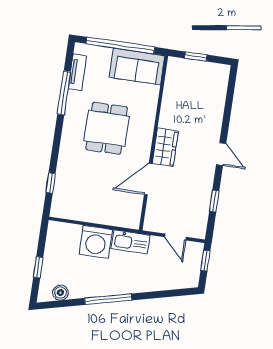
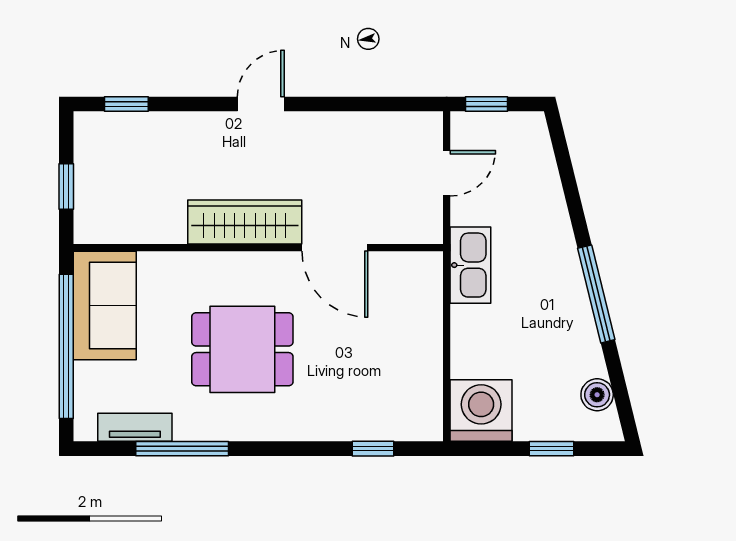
wardrobe: (165, 147) -> (245, 222), width x1.50
window: (214, 201) -> (126, 104), moved
washing machine: (96, 242) -> (481, 411), moved, turned -90

